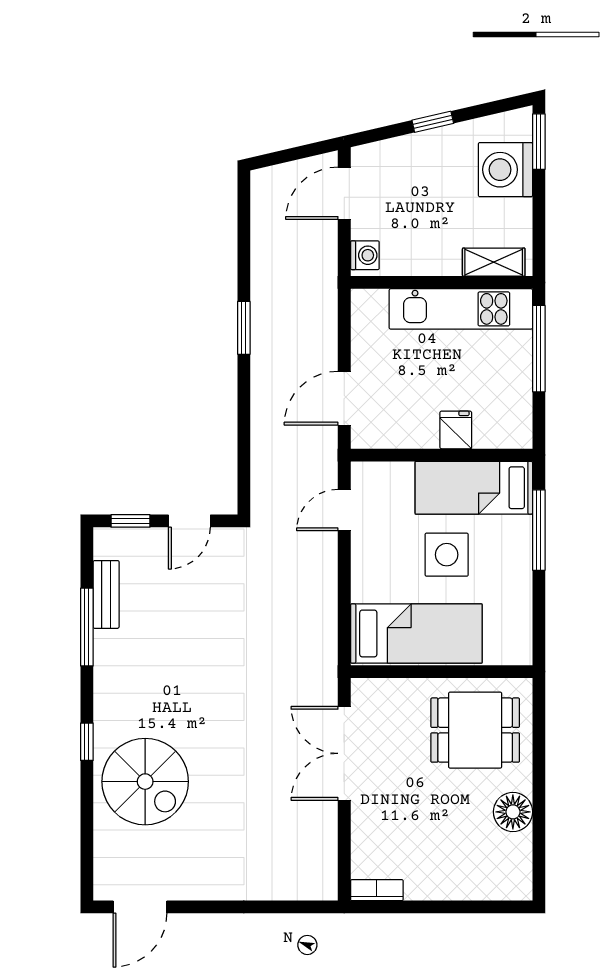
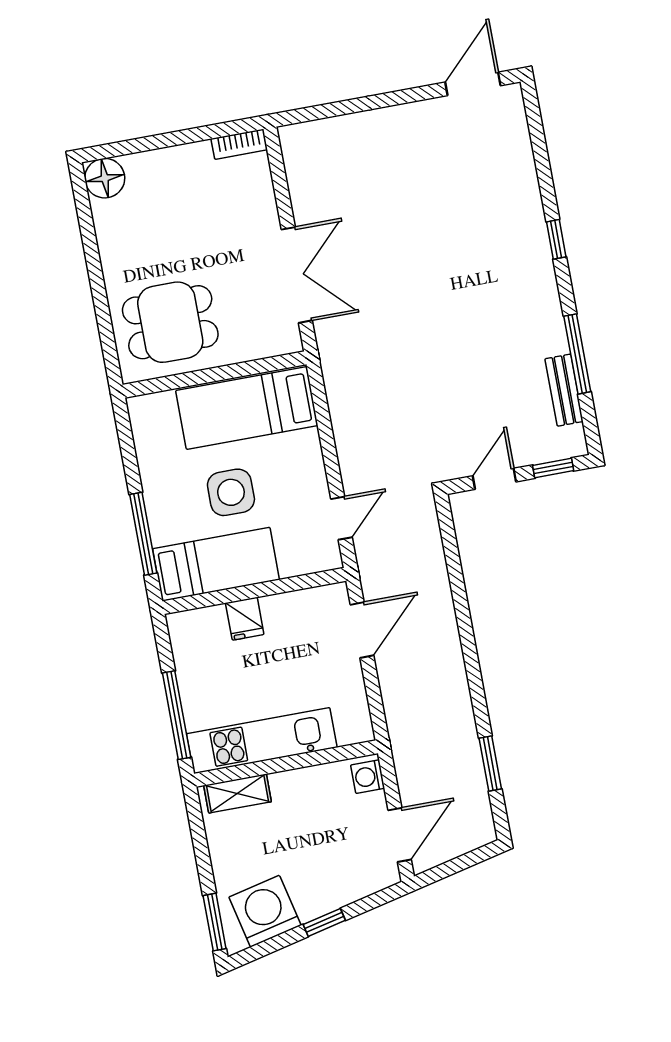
washing machine: (505, 170) -> (265, 911), moved, turned -103
window: (244, 328) -> (490, 763), moved
spiral stairs: (145, 782) -> (491, 210), removed
floor lamp: (513, 812) -> (105, 178), moved

